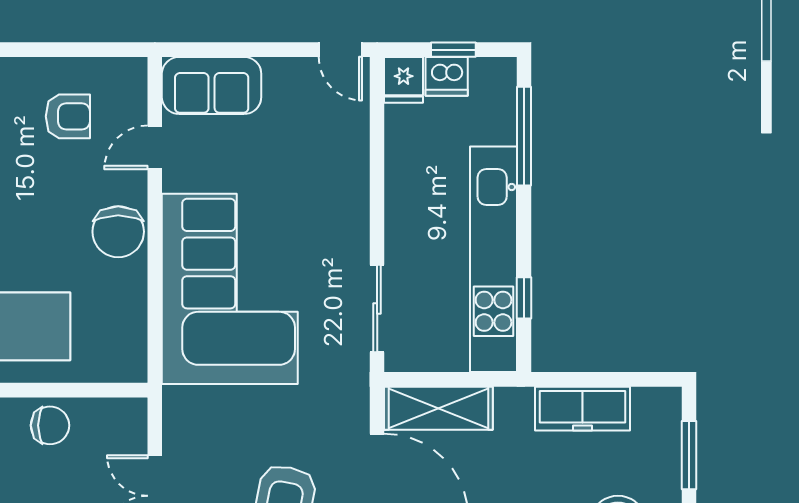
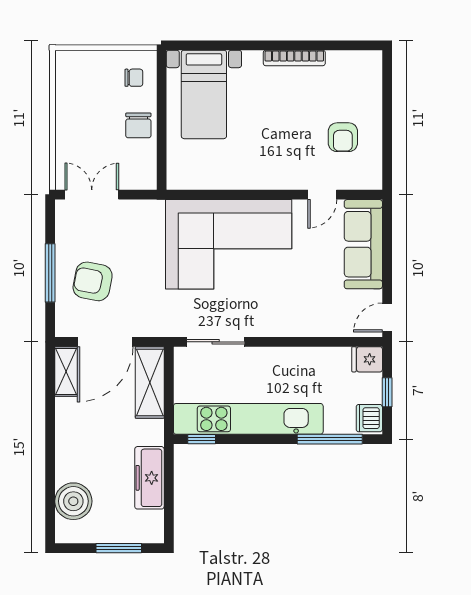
dishwasher: (447, 76) -> (369, 418), moved
sofa: (212, 85) -> (363, 244), width x1.36
door: (155, 147) -> (322, 195), swing flipped
chair: (118, 232) -> (267, 171), removed
window: (524, 298) -> (202, 439), moved

